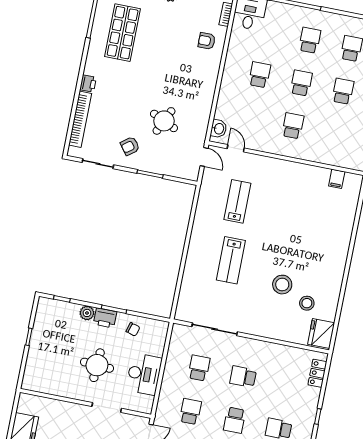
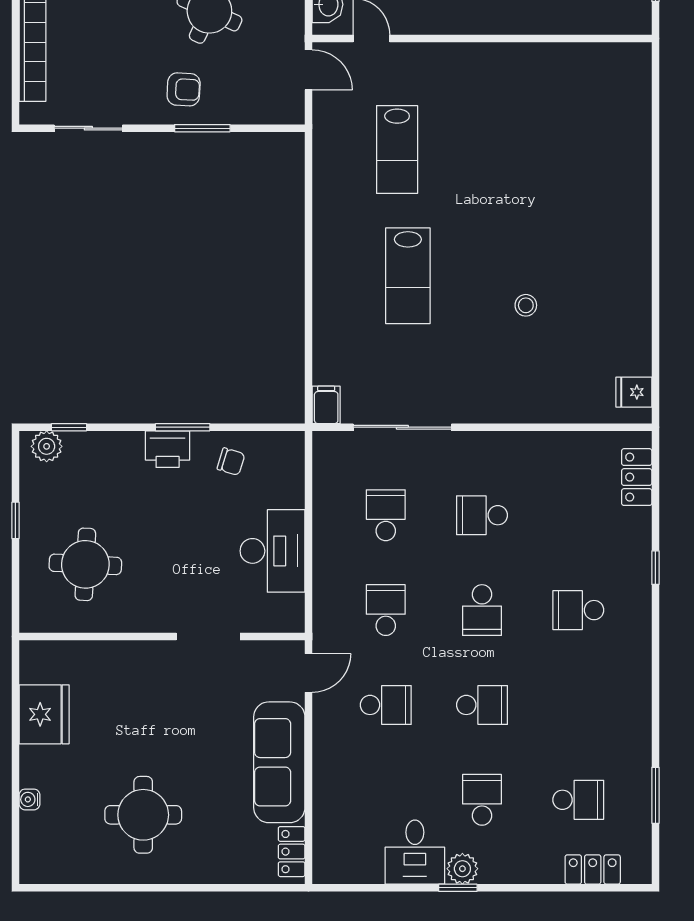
armchair: (130, 146) -> (184, 89), moved, turned -140
filing cabinet: (337, 179) -> (326, 405), moved, turned 180
lab bench: (237, 201) -> (397, 149), turned 180
stool: (282, 285) -> (526, 305), width x0.53, depth x0.53
stool: (307, 303) -> (585, 334), removed
plant: (87, 313) -> (47, 446), moved
fridge: (321, 334) -> (634, 392), width x0.53, depth x0.75
round table: (97, 365) -> (85, 564), moved

